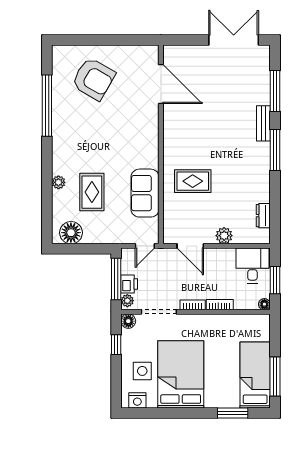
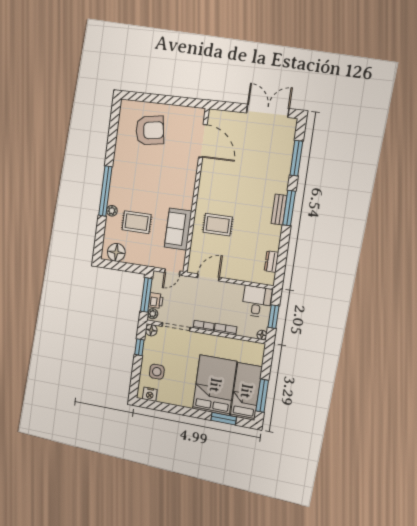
armchair: (93, 79) -> (150, 130), turned -39
window: (47, 106) -> (105, 191), moved
bench: (263, 123) -> (279, 210), moved
rug: (92, 192) -> (137, 222), turned 90
plant: (224, 236) -> (237, 273), removed
door: (190, 246) -> (208, 277), swing flipped
bed: (181, 374) -> (215, 385), moved

